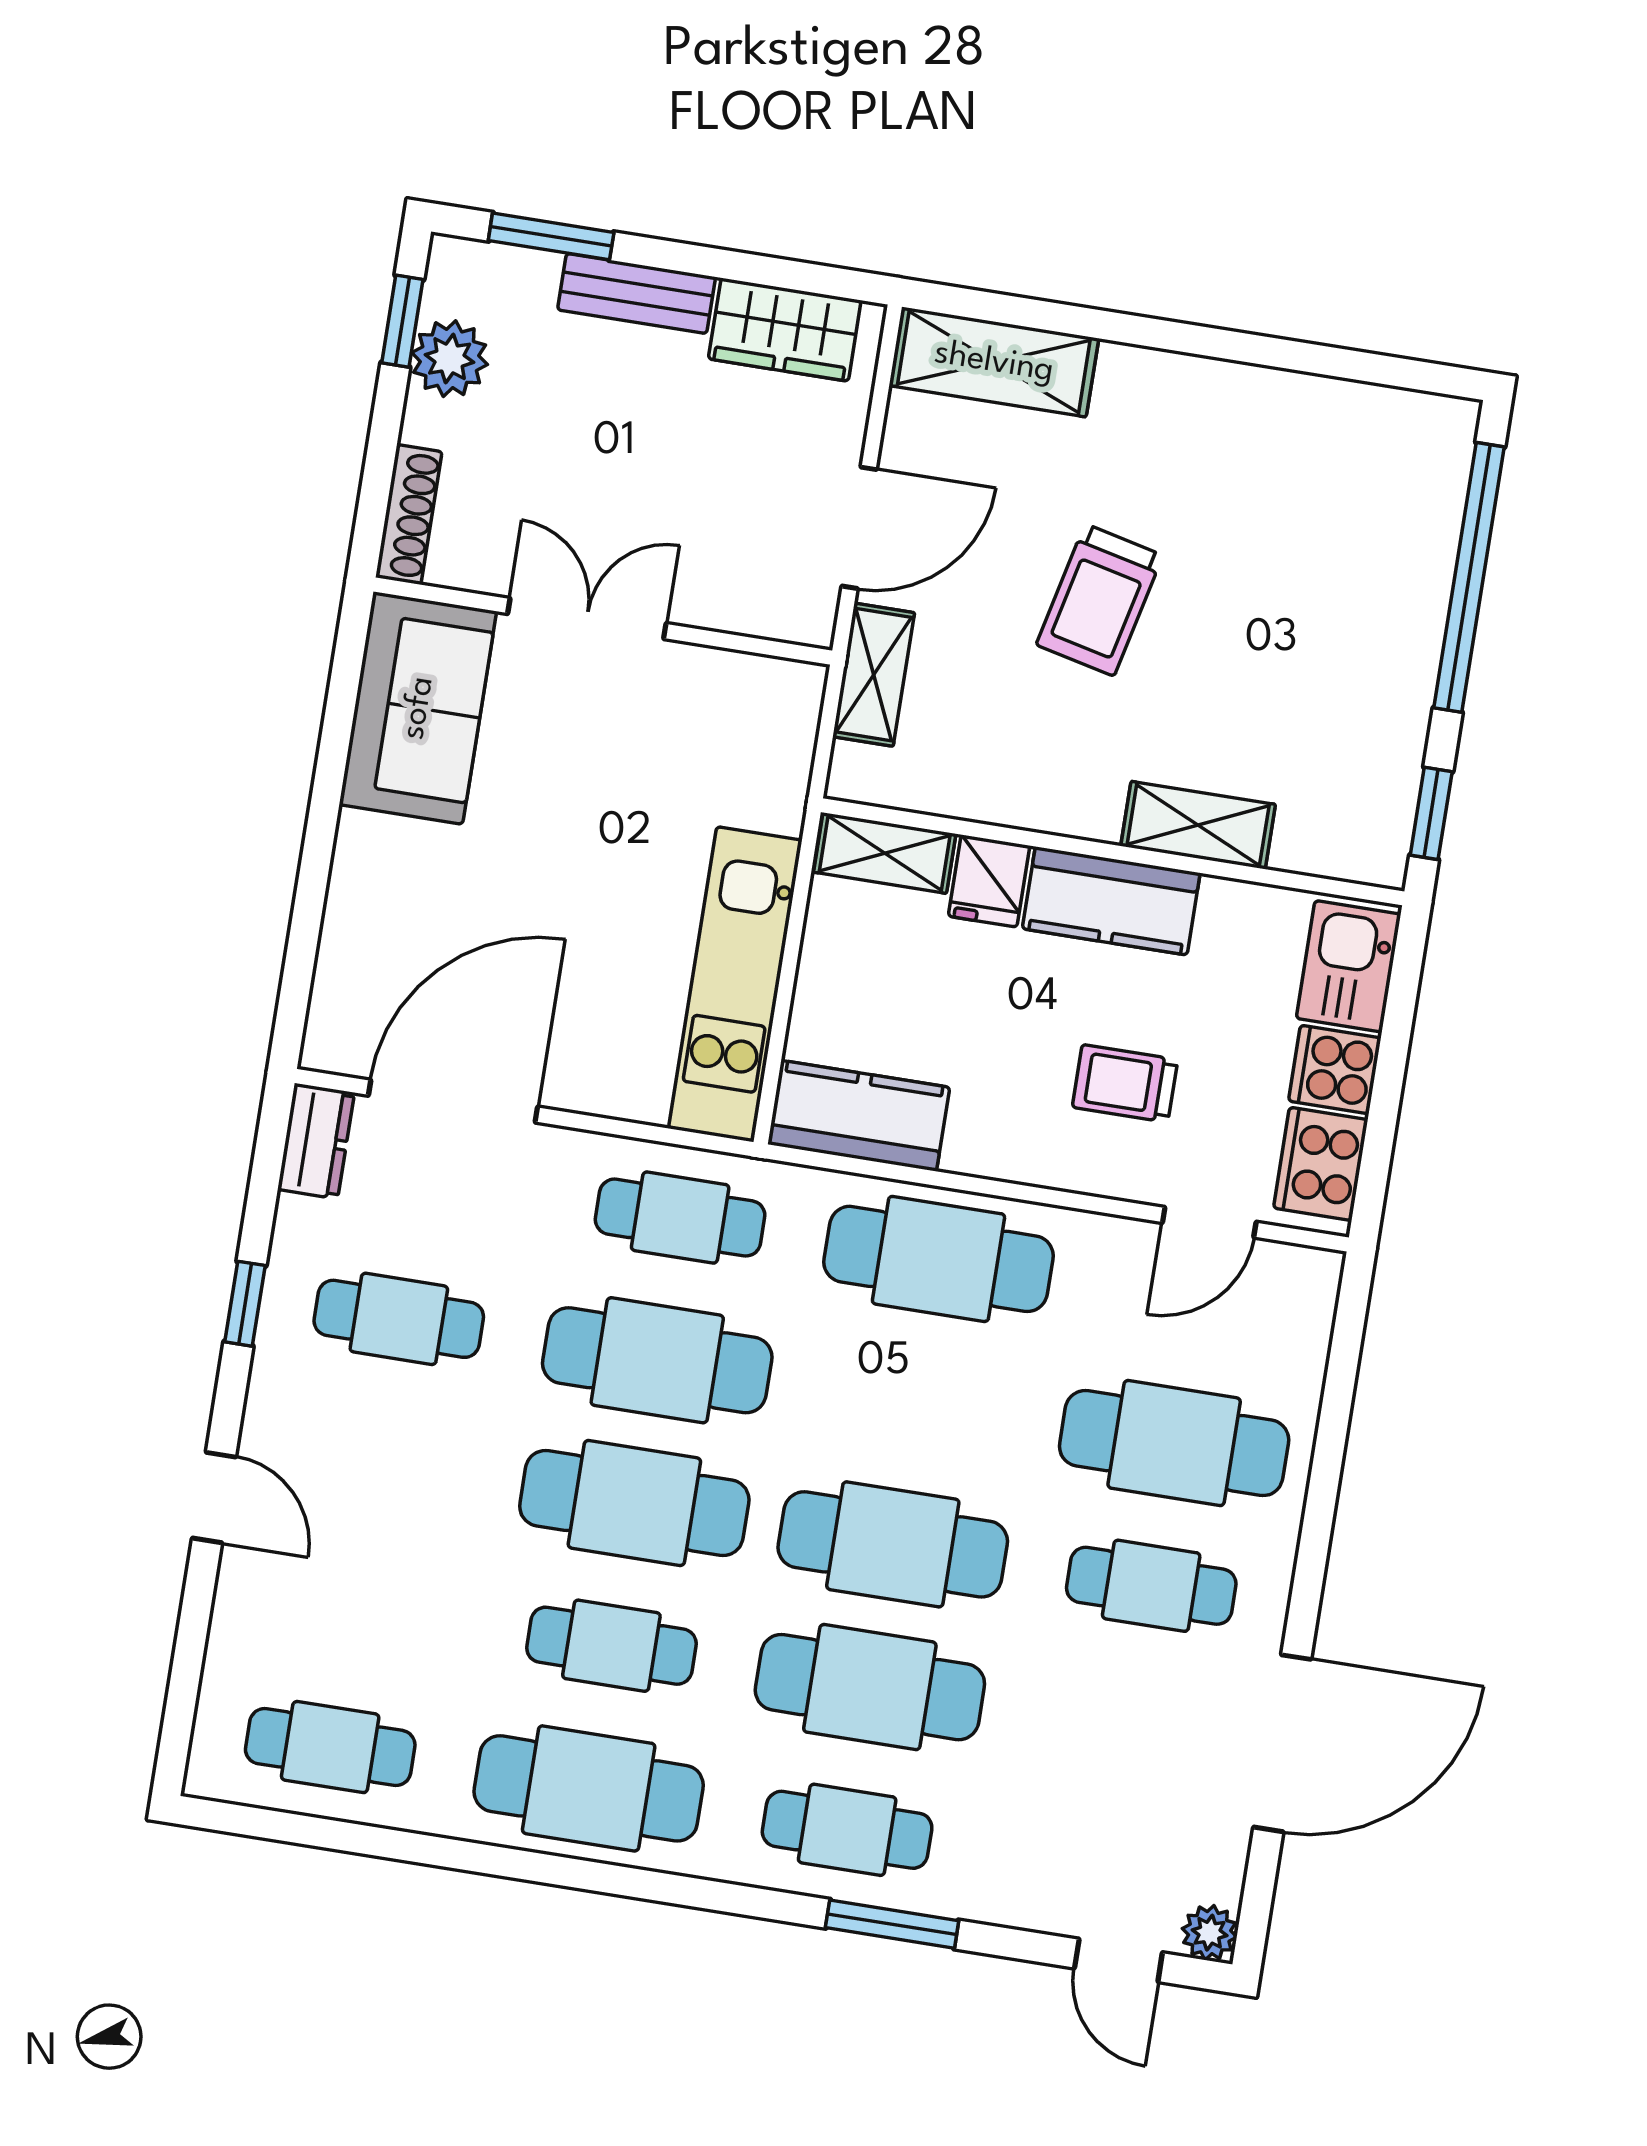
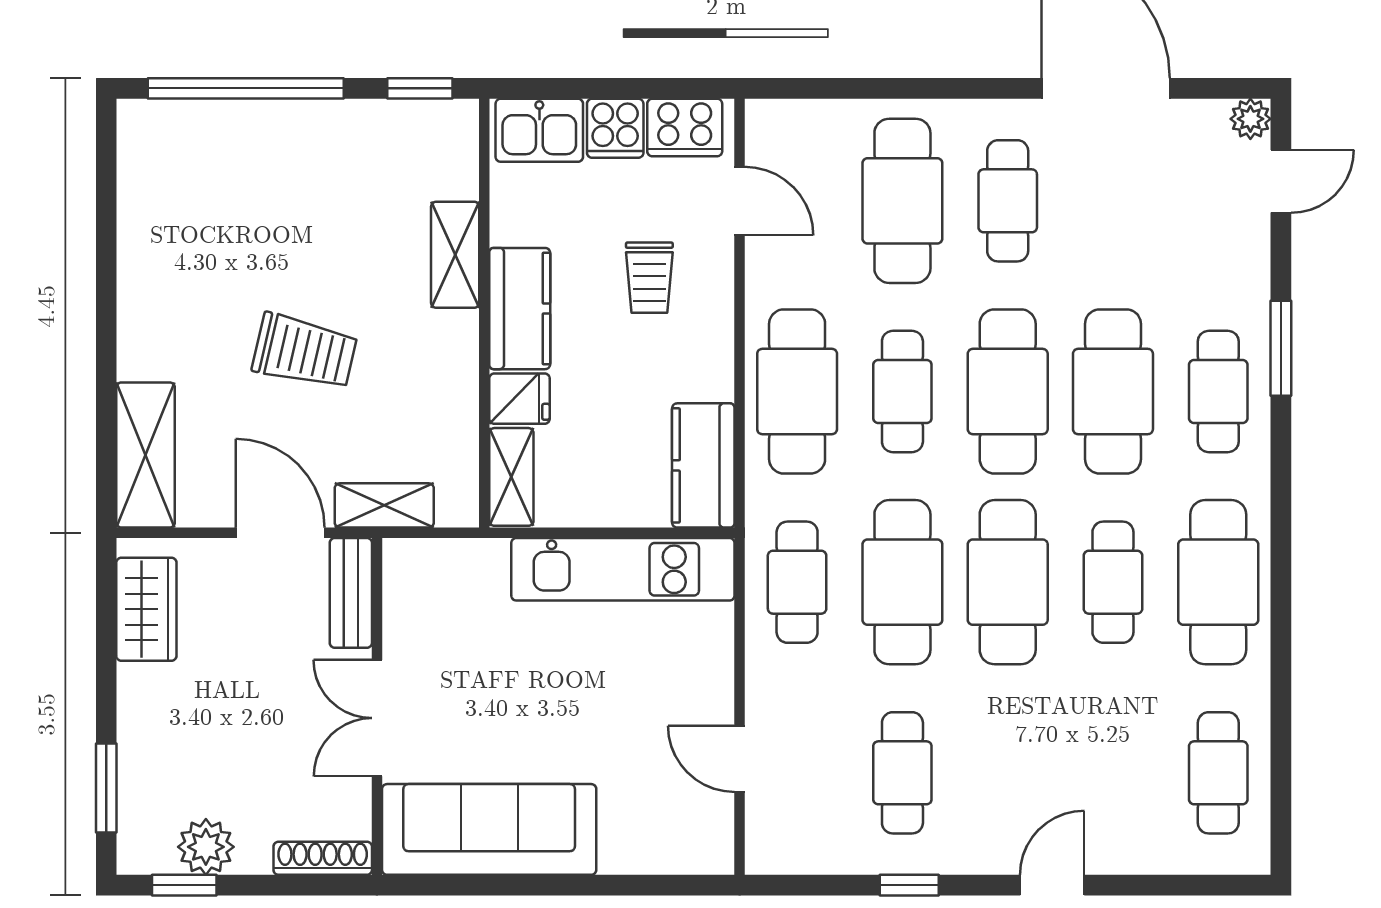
bench: (637, 294) -> (351, 593), moved
sofa: (418, 708) -> (489, 829), width x1.36
door: (453, 1101) -> (740, 759), width x0.53
dresser: (316, 1141) -> (784, 853), removed
cafe table: (916, 1402) -> (902, 391), added

